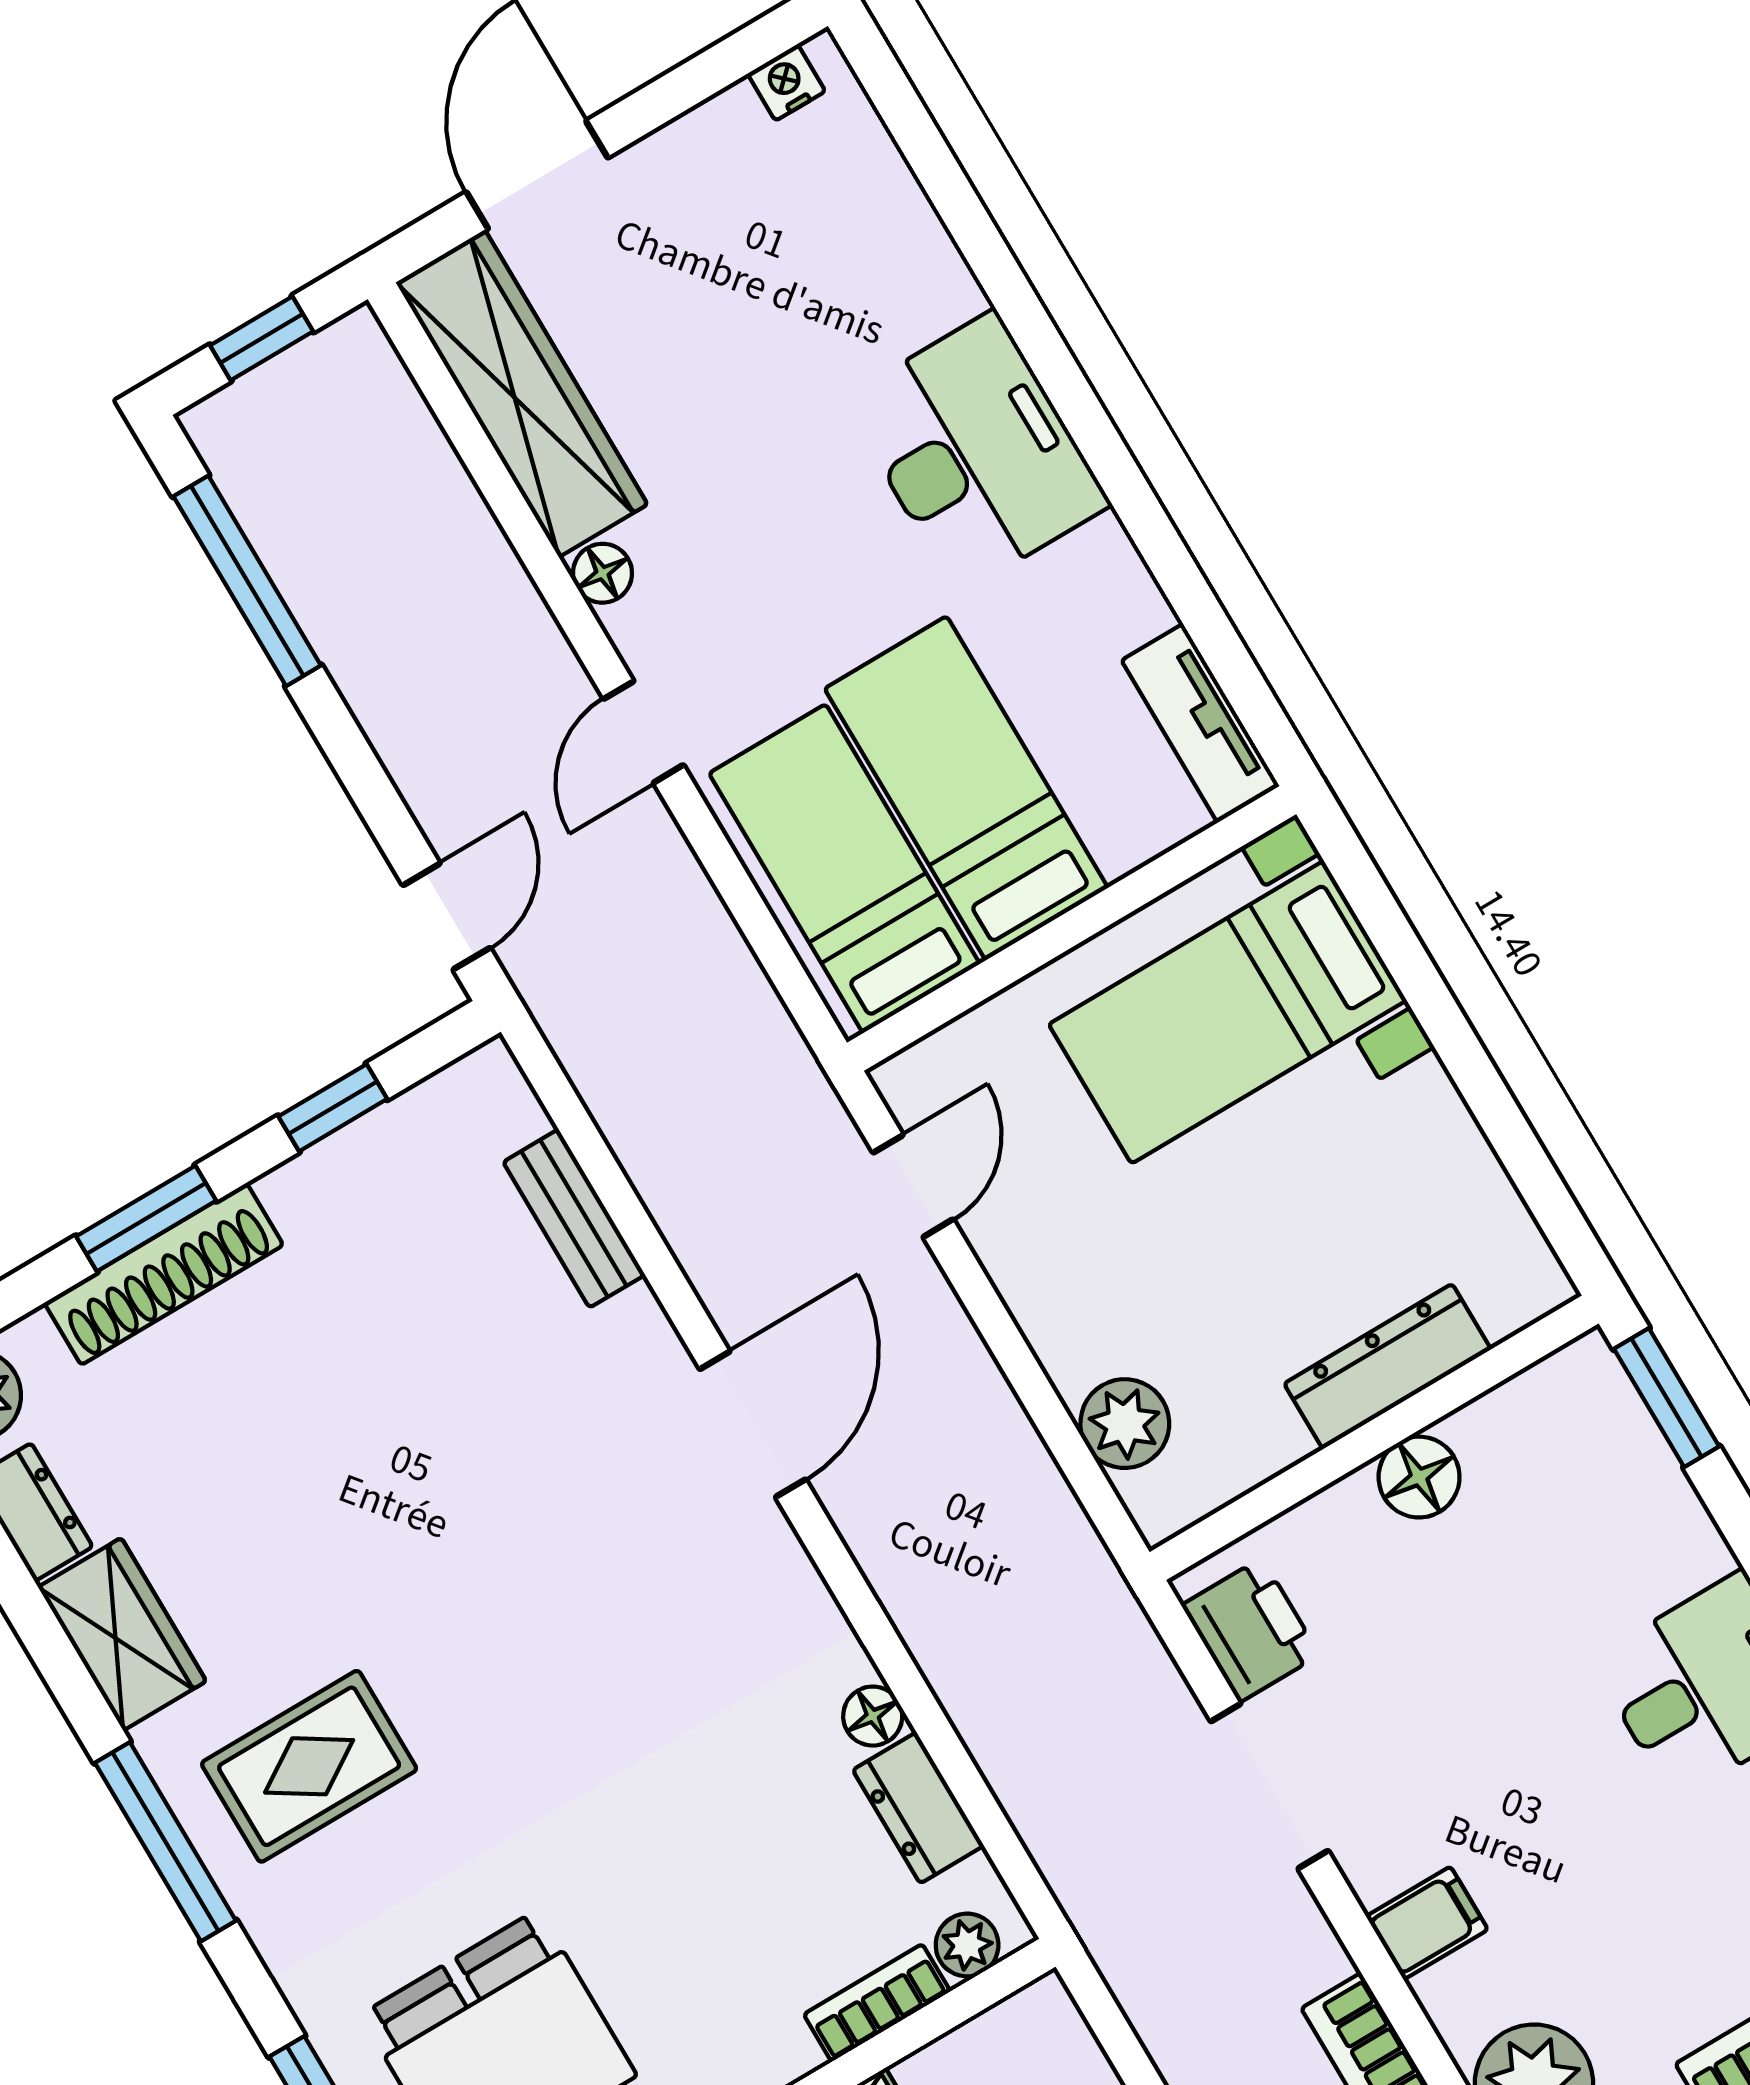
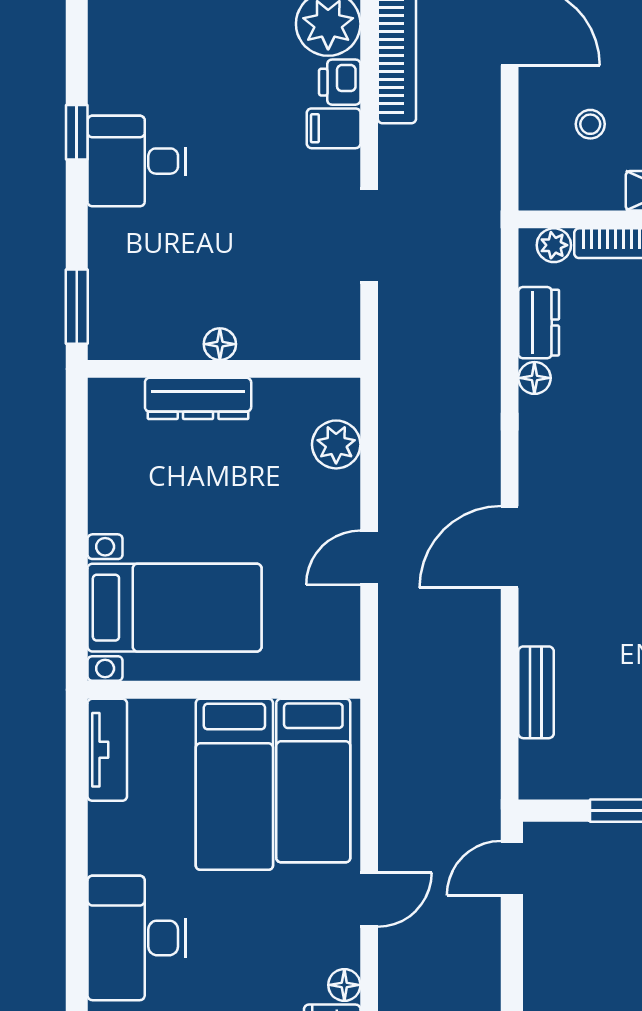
door: (913, 1186) -> (369, 558), moved
floor lamp: (1419, 1477) -> (220, 344), width x0.73, depth x0.73
printer: (1251, 1630) -> (340, 82), moved, width x0.73, depth x0.81

